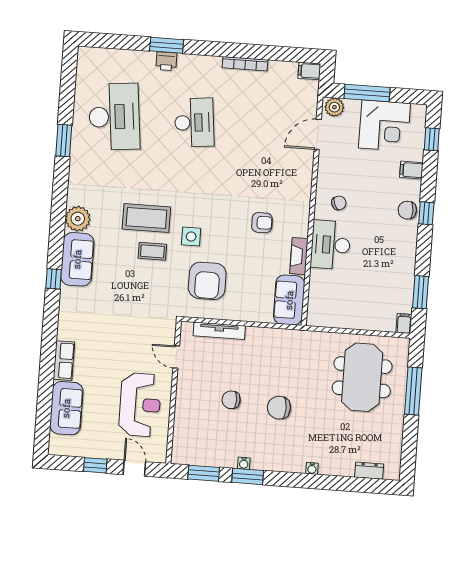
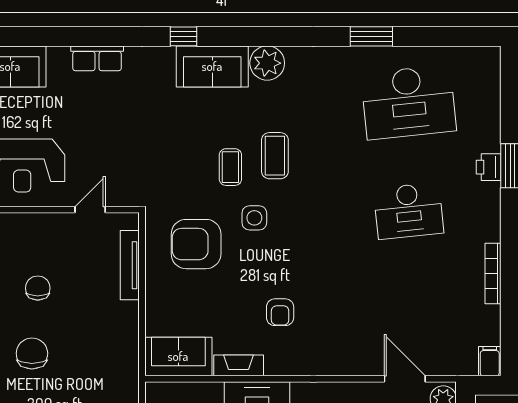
coffee table: (146, 218) -> (275, 156), width x0.73, depth x0.76
row of seats: (64, 361) -> (97, 58), moved

